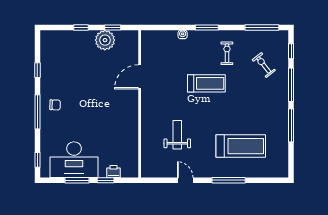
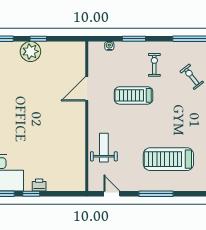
door: (140, 77) -> (87, 89), moved
treadmill: (206, 83) -> (134, 95), turned 180
wall: (140, 104) -> (87, 116), moved
treadmill: (241, 146) -> (168, 159), turned 180

